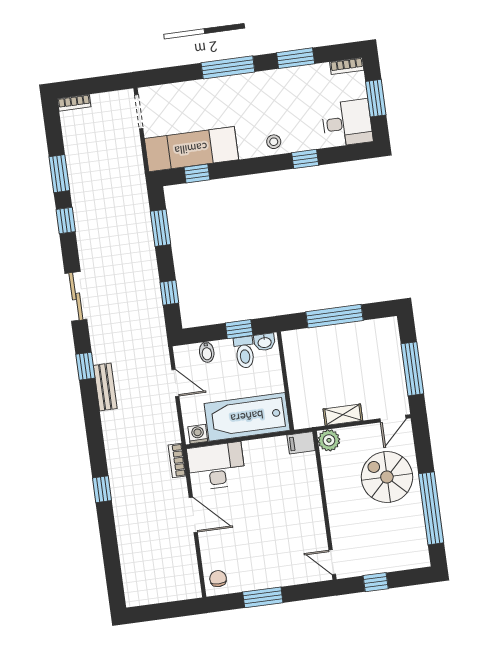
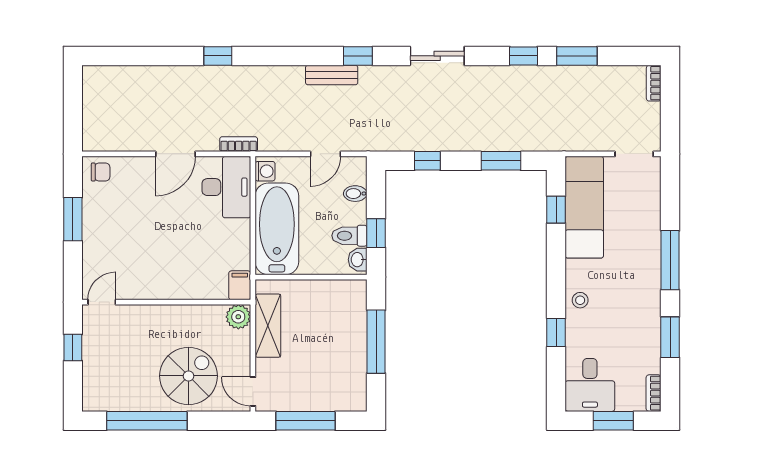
shelving: (343, 415) -> (268, 326), width x1.50, depth x1.33

